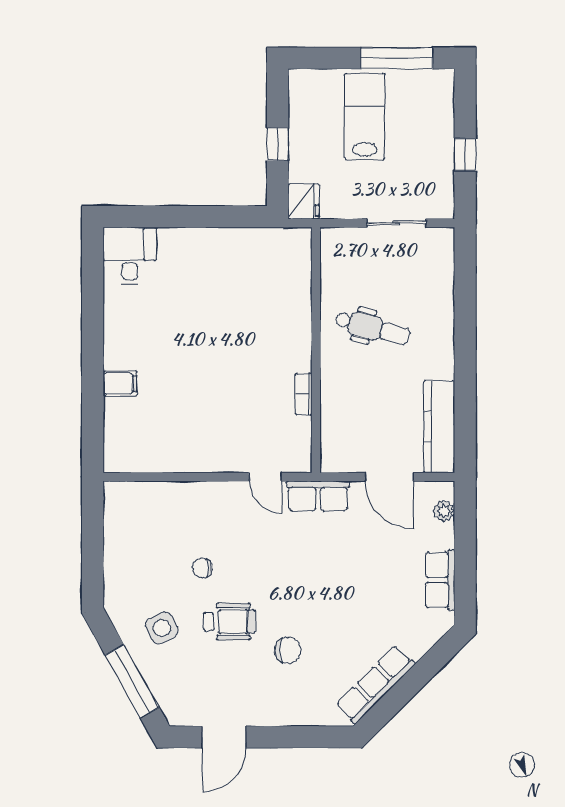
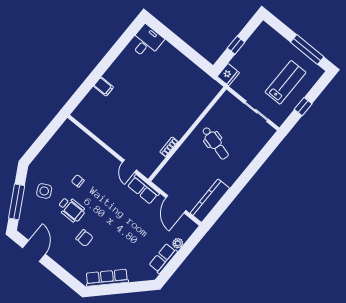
lab bench: (365, 117) -> (286, 82), moved
plant: (444, 511) -> (178, 243), moved
door: (224, 737) -> (34, 251), swing flipped

